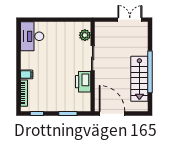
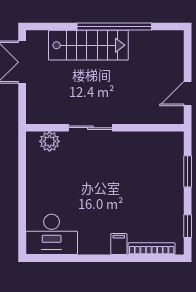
stairs: (139, 79) -> (88, 45), moved
printer: (83, 82) -> (132, 145), removed
door: (112, 114) -> (188, 94), width x0.53

